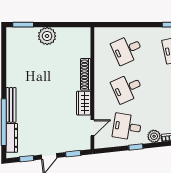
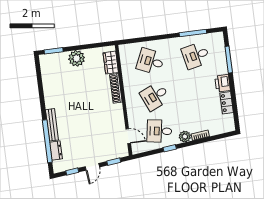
desk: (127, 50) -> (150, 61), turned 48
wardrobe: (84, 103) -> (111, 63), moved
door: (92, 128) -> (128, 136), hinge flipped
dresser: (12, 138) -> (56, 150), width x0.70

